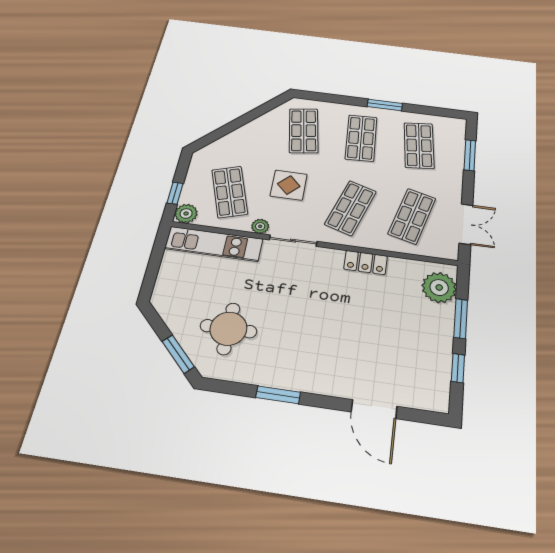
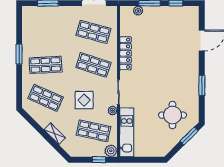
shop shelf: (304, 131) -> (46, 98), turned 33
shelving: (239, 135) -> (55, 134), added
shop shelf: (419, 145) -> (46, 32), removed
shop shelf: (230, 192) -> (93, 131), turned 30
locker: (366, 262) -> (125, 53), width x1.53
plant: (439, 287) -> (138, 11), width x0.53, depth x0.53

